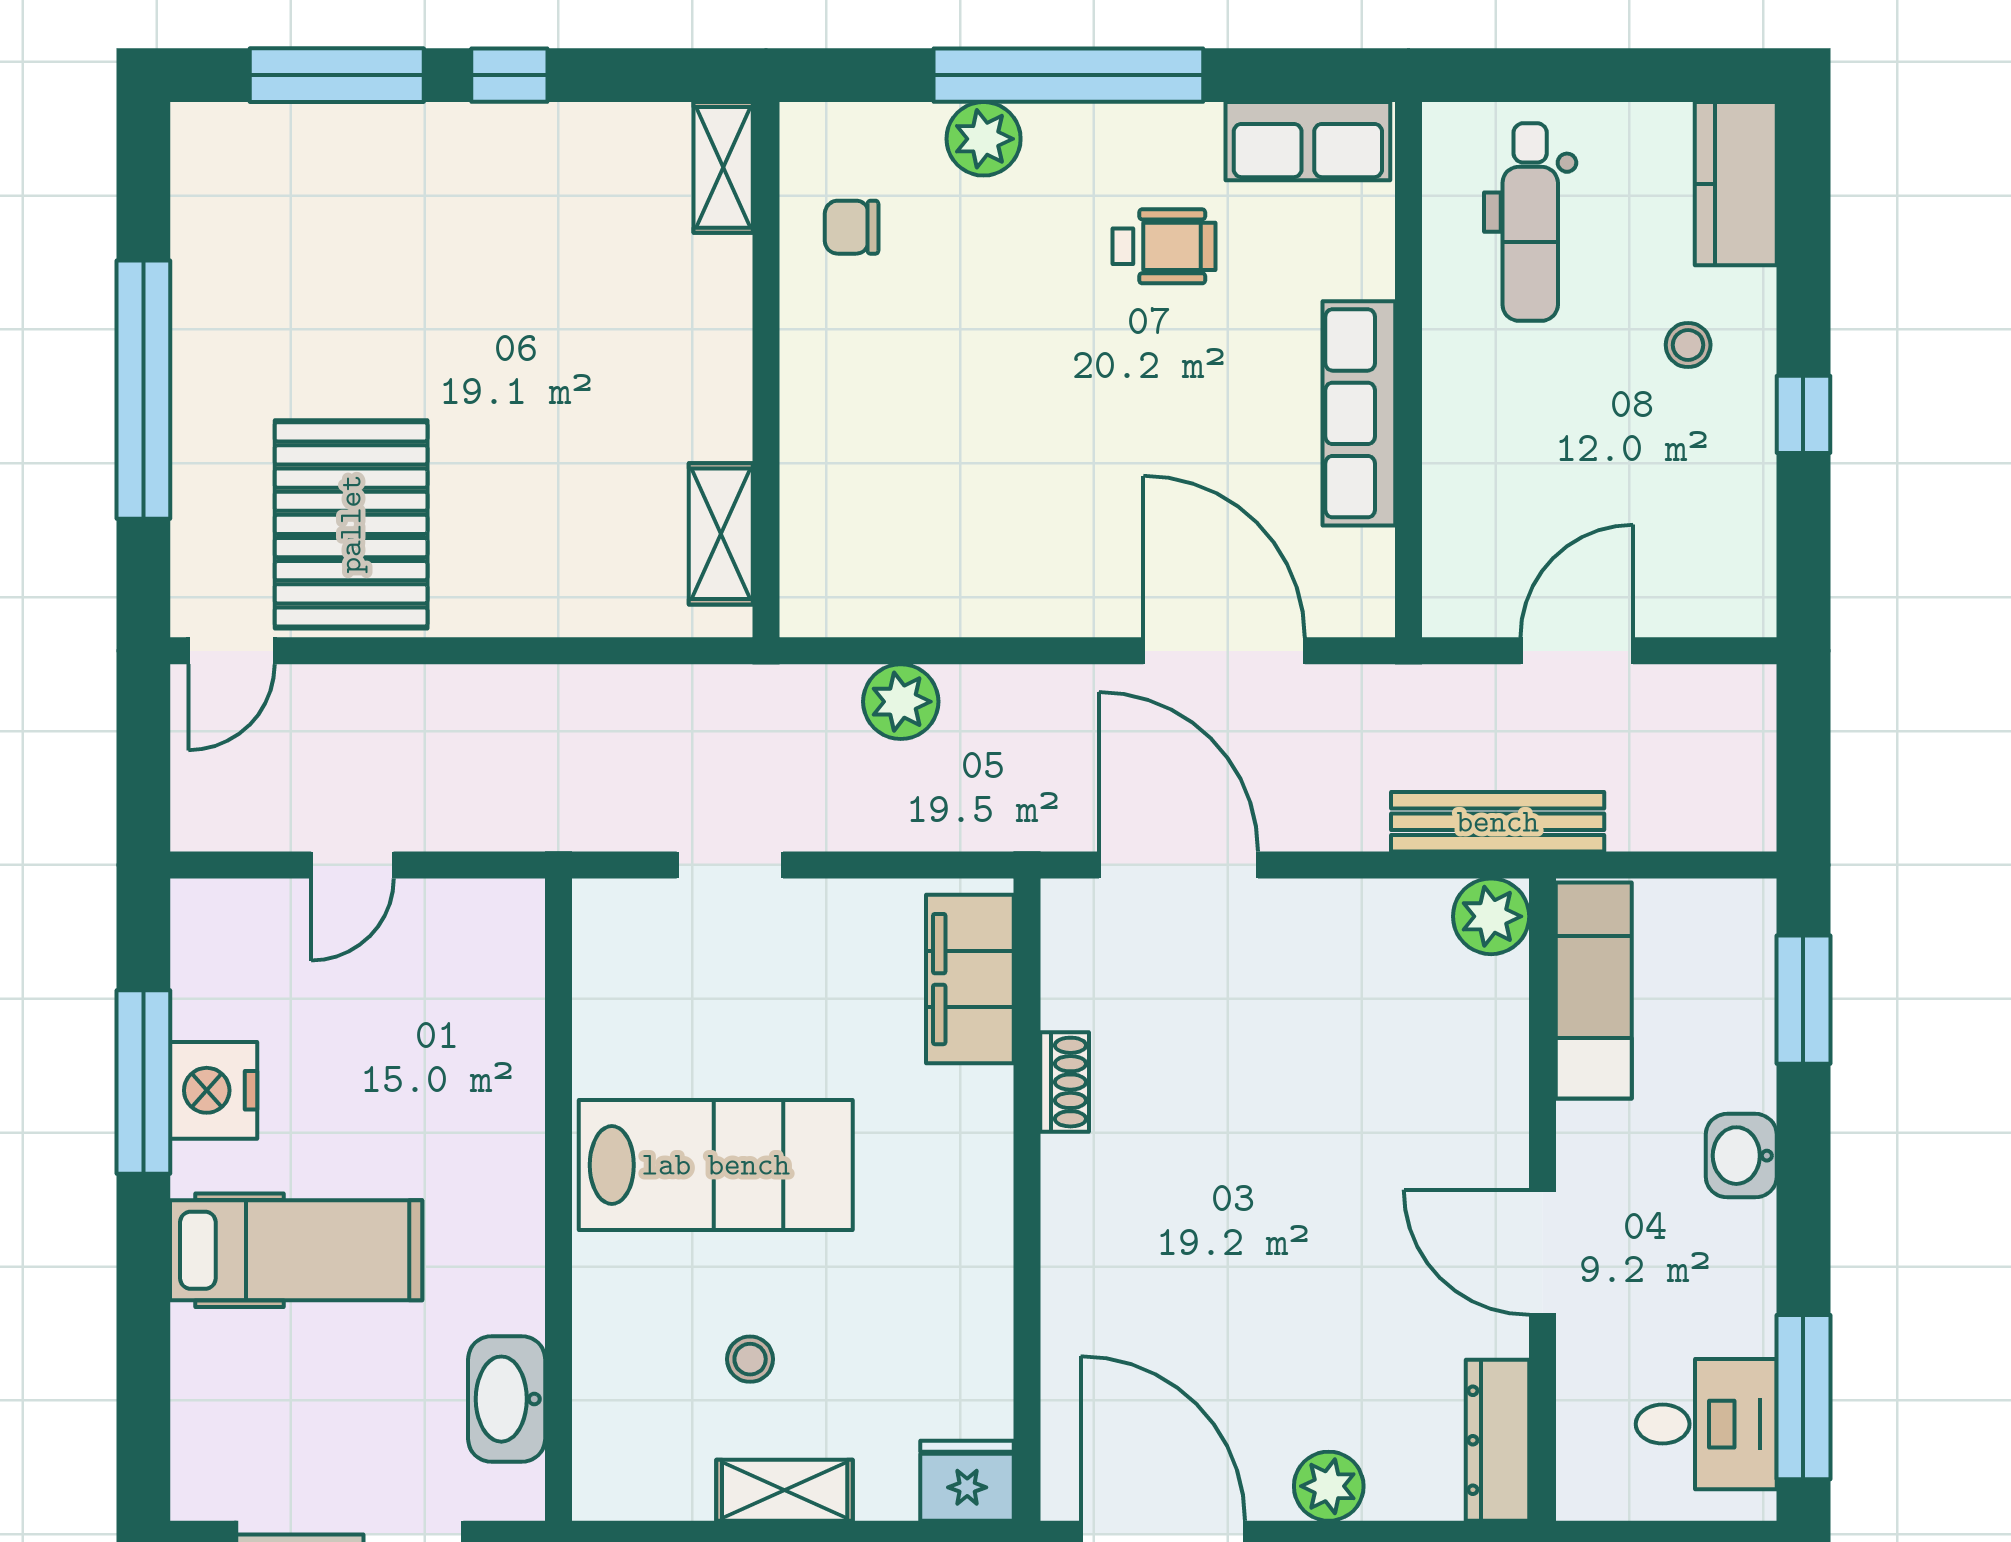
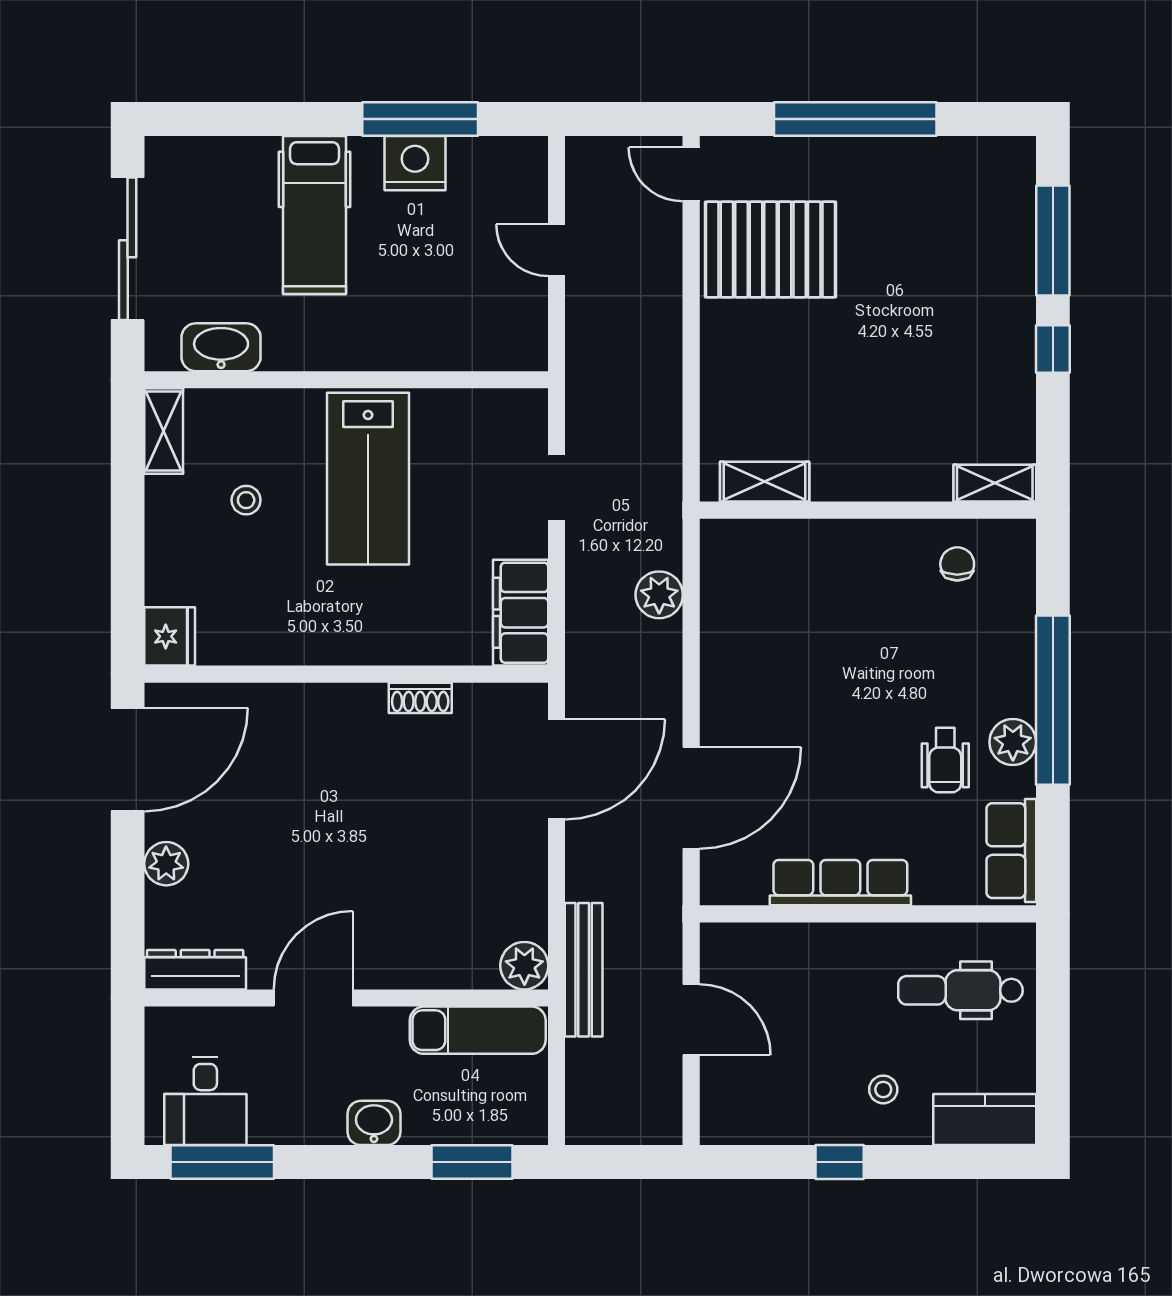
plant: (984, 139) -> (1013, 742), moved
filing cabinet: (970, 979) -> (521, 613), moved, turned -90
shelving: (785, 1490) -> (164, 431), moved

